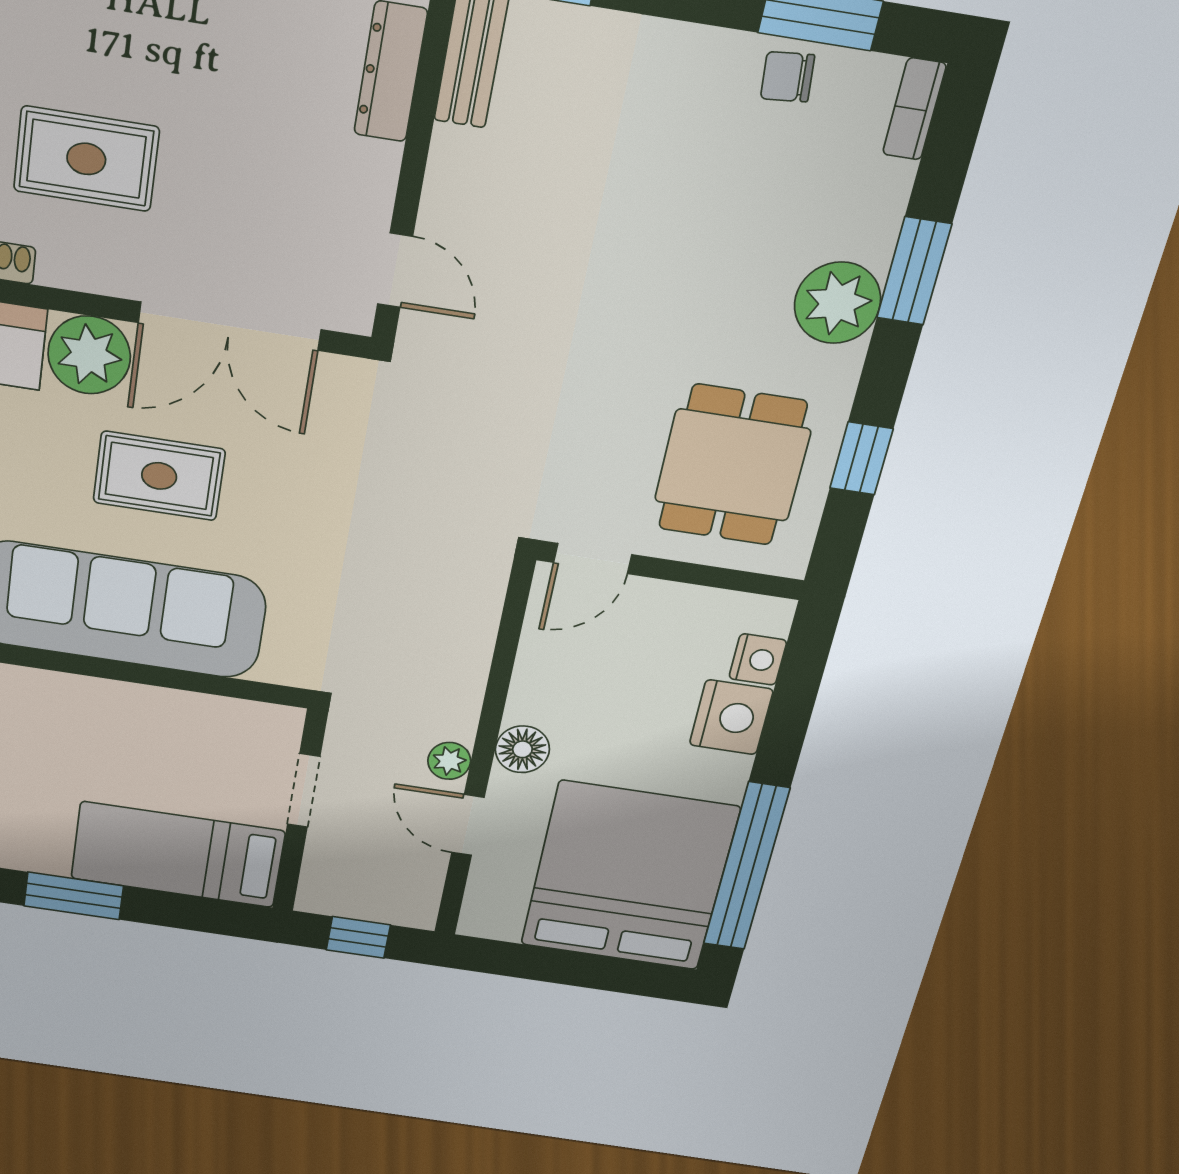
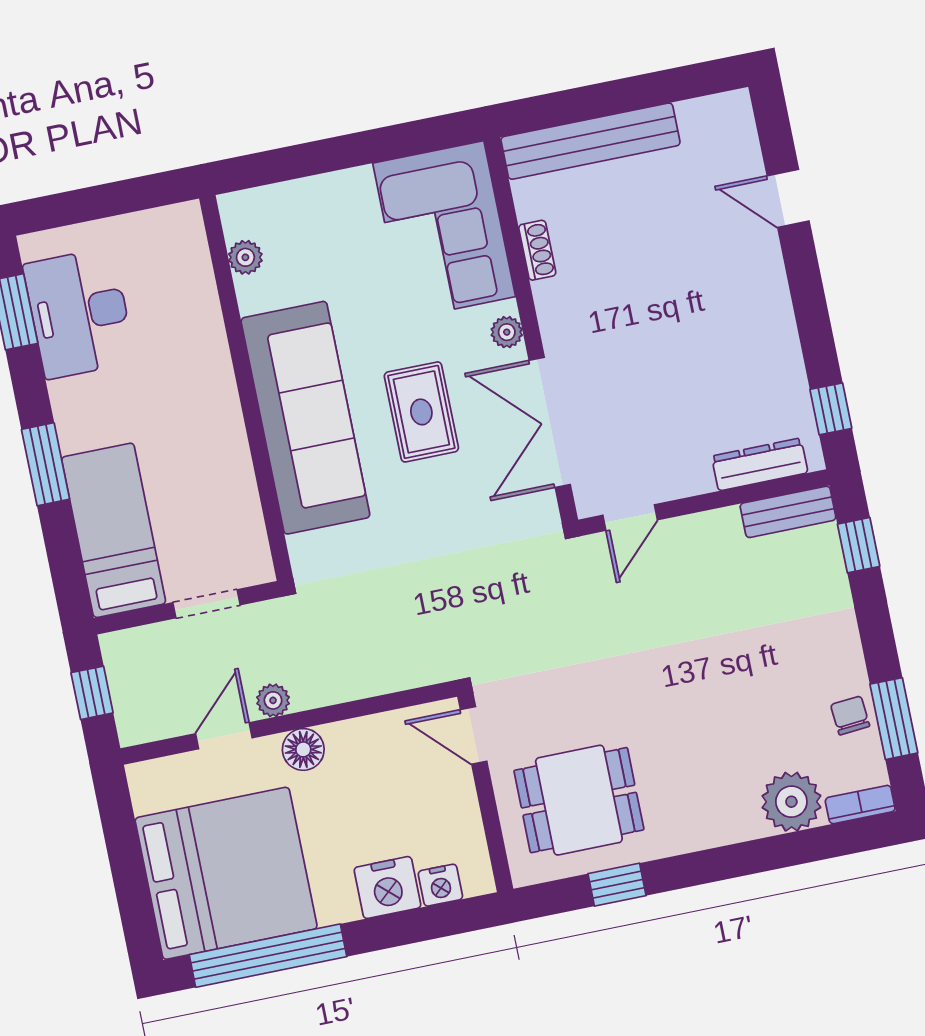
rug: (86, 159) -> (630, 289), removed
window: (914, 271) -> (758, 856), removed
plant: (837, 303) -> (791, 802), moved
plant: (89, 355) -> (507, 332), width x0.53, depth x0.53

